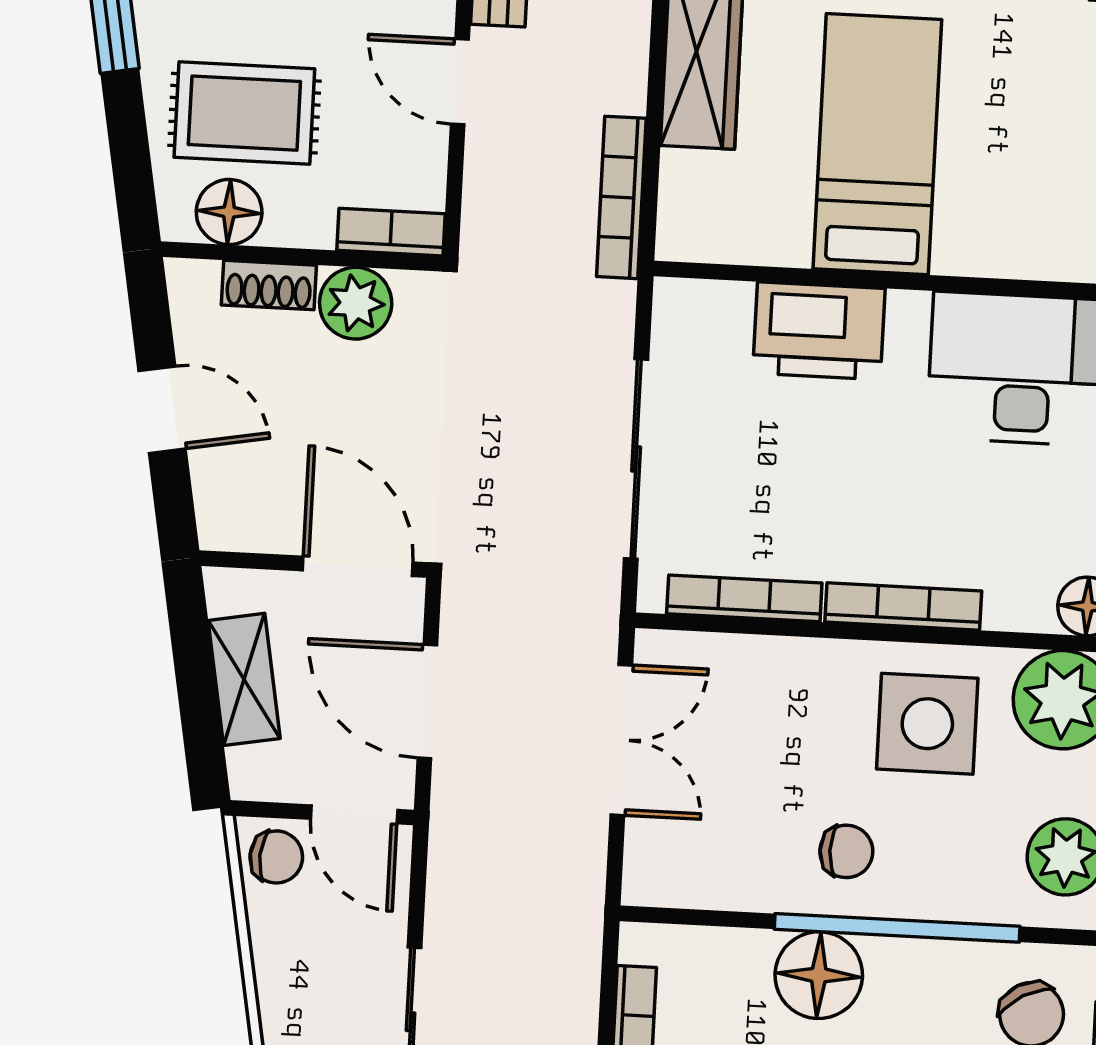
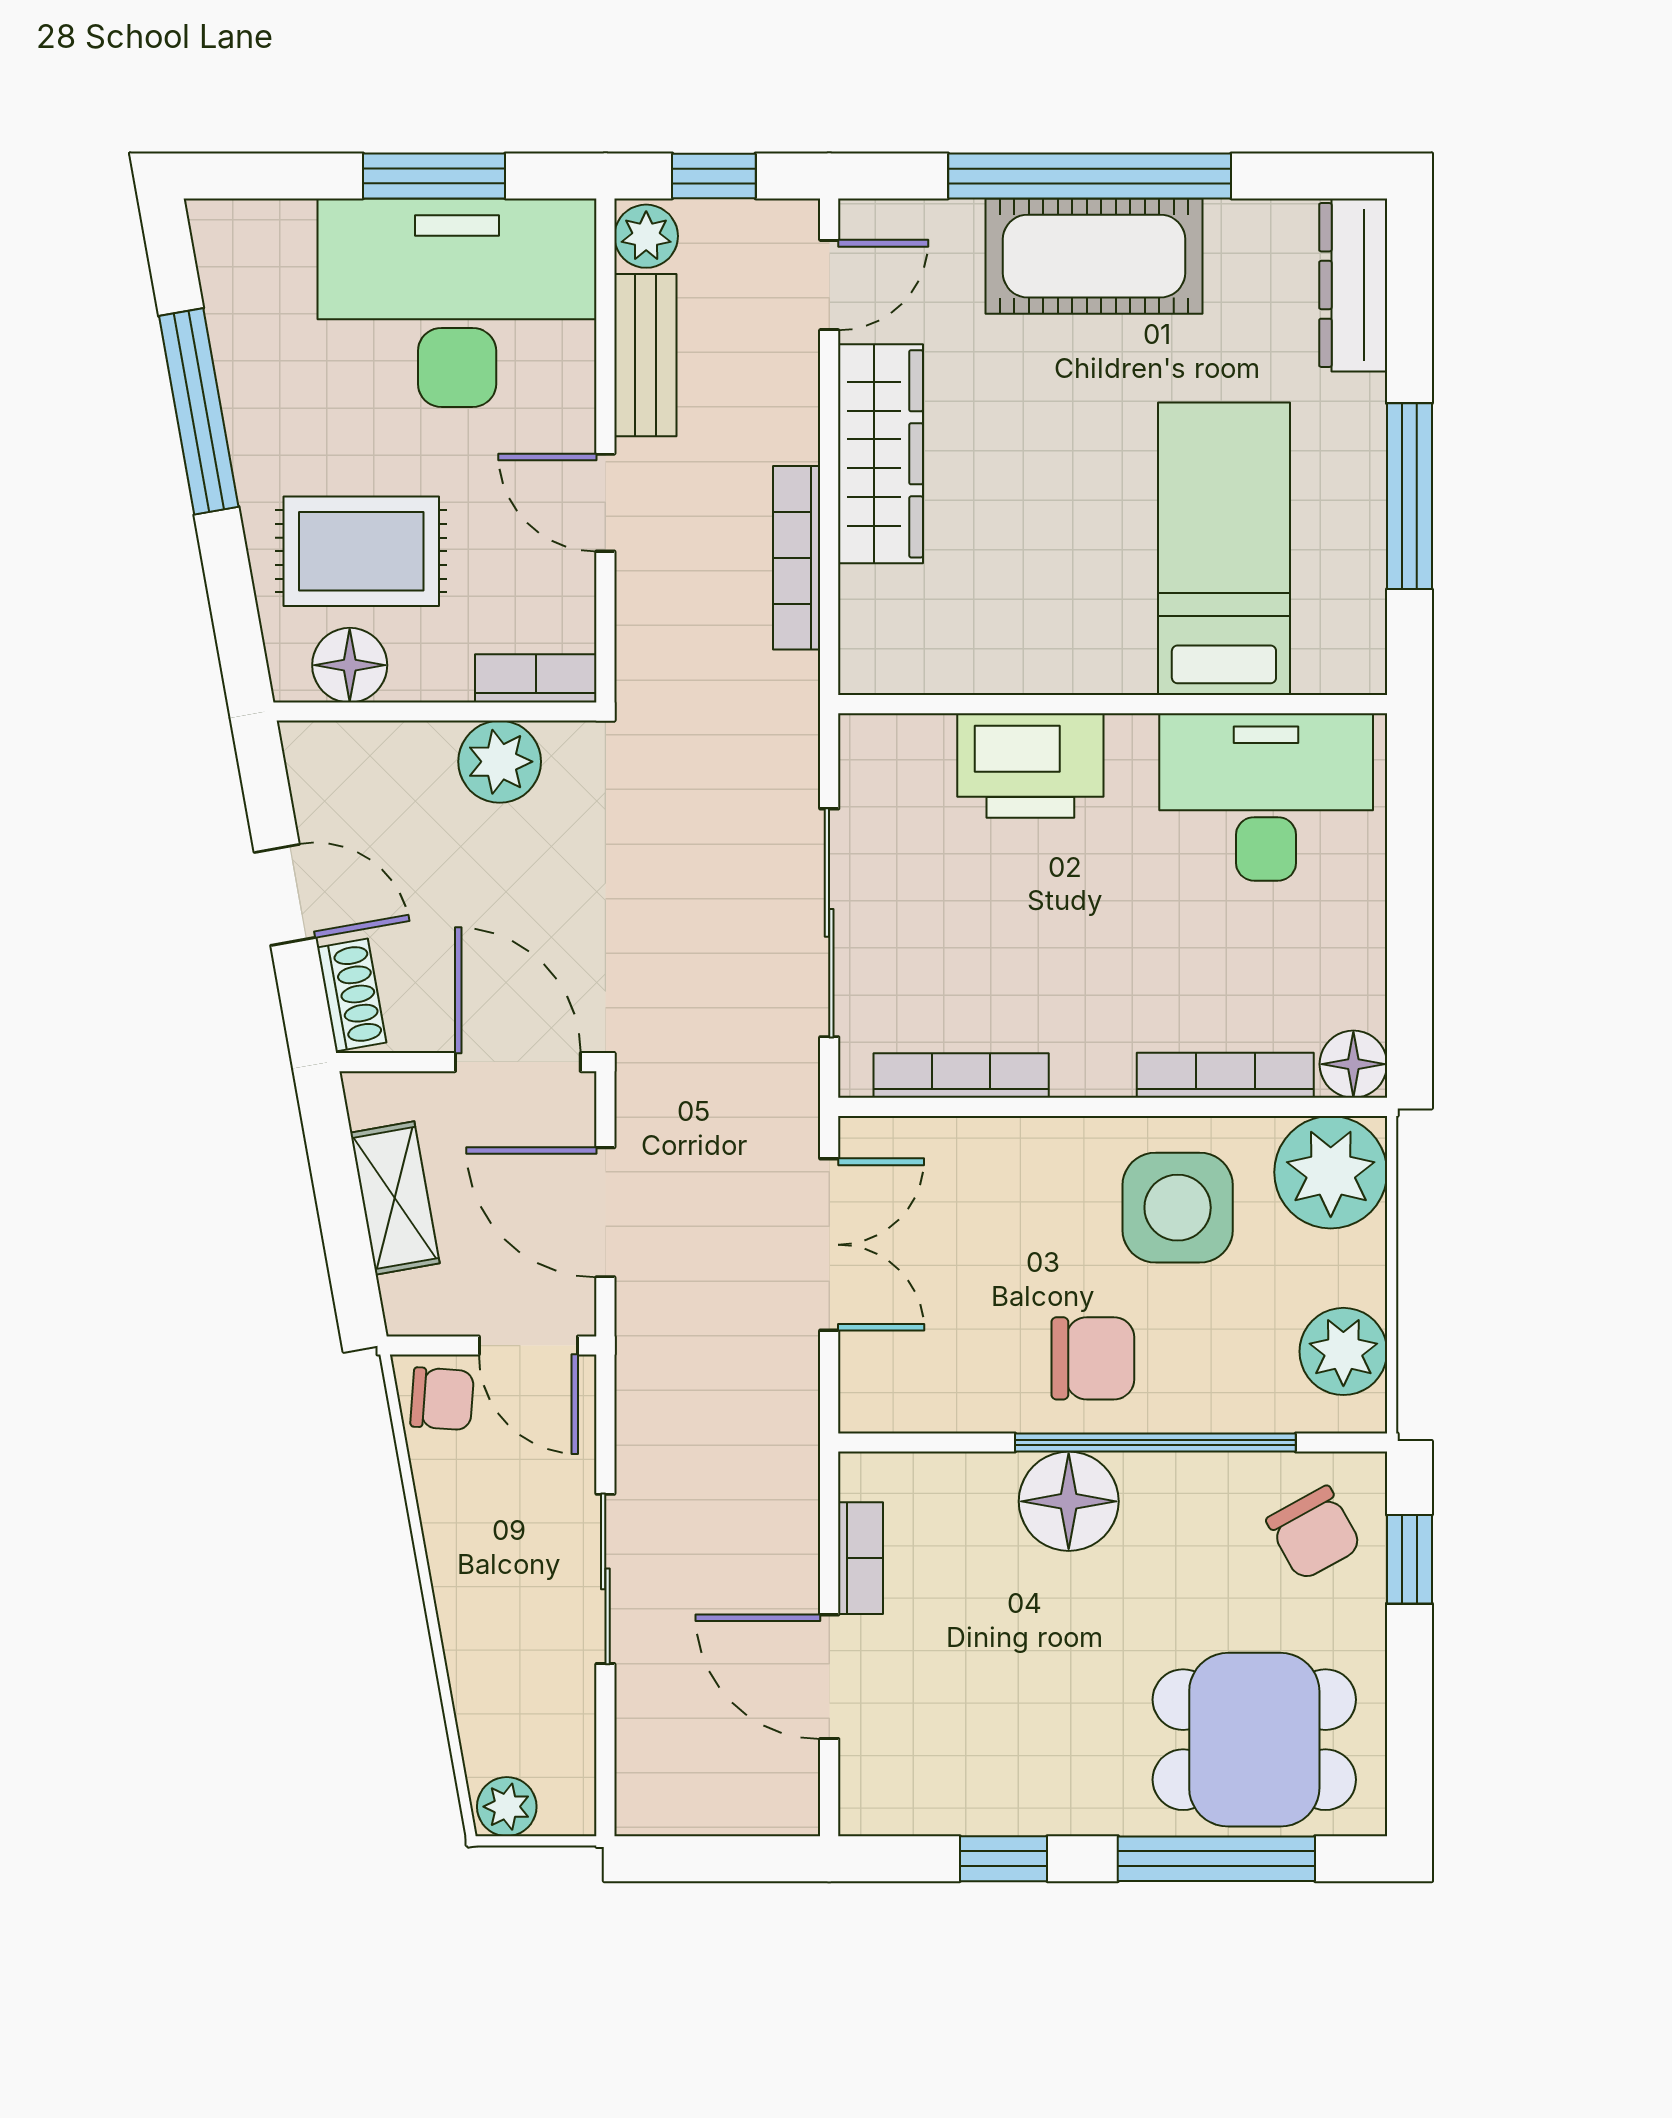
bed: (877, 144) -> (1224, 549), moved
bookcase: (621, 197) -> (797, 558), moved
shoe rack: (269, 285) -> (352, 995), moved, turned -100
bookcase: (903, 607) -> (1225, 1075), moved
chair: (846, 851) -> (1093, 1358), width x1.37, depth x1.37

